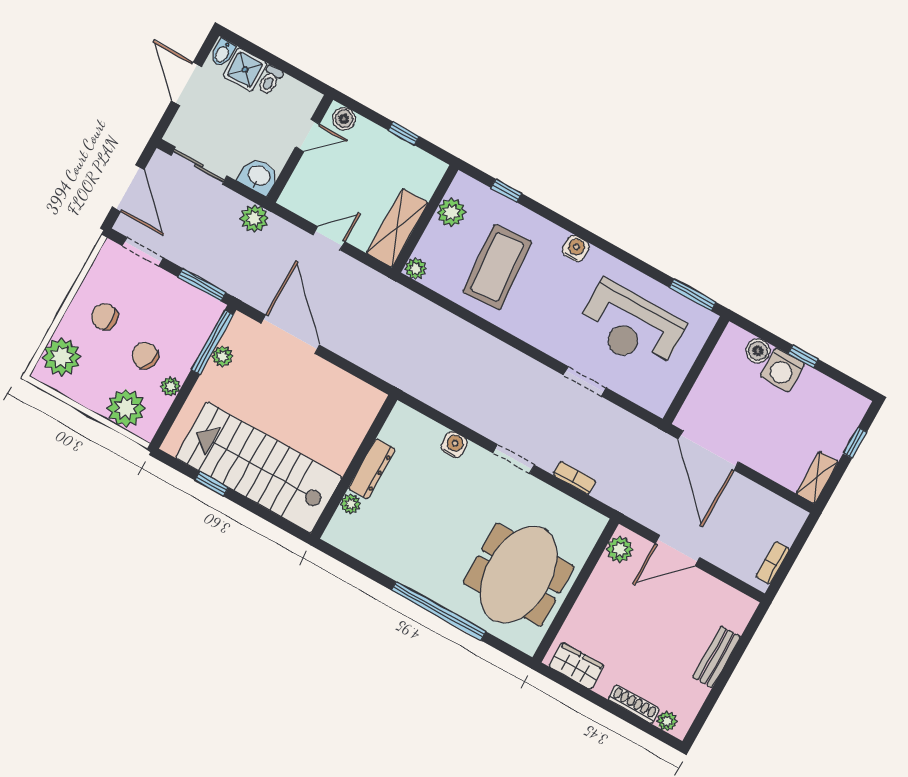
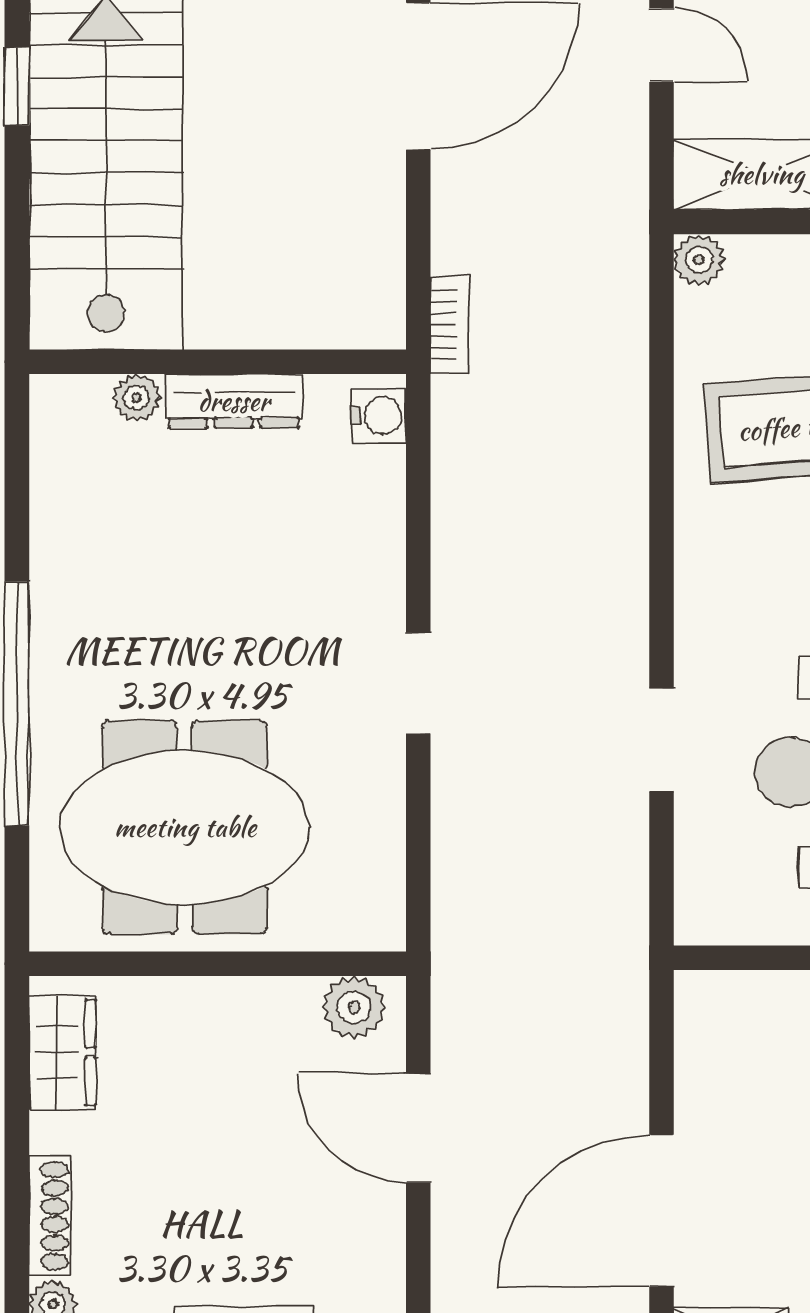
water cooler: (454, 445) -> (379, 415), moved
door: (708, 450) -> (661, 1211), moved
bookcase: (574, 478) -> (450, 325), moved

